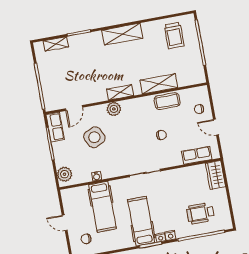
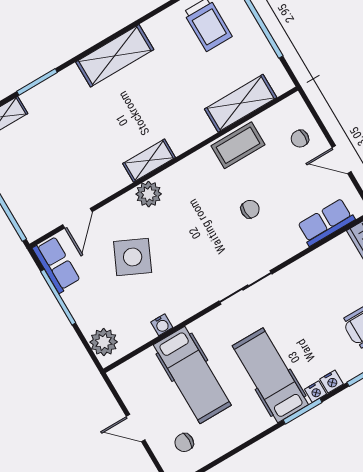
shelving: (159, 84) -> (241, 103), moved
side table: (94, 137) -> (133, 257), turned -38

